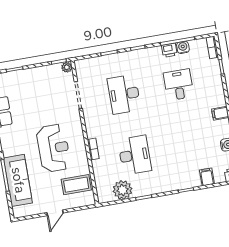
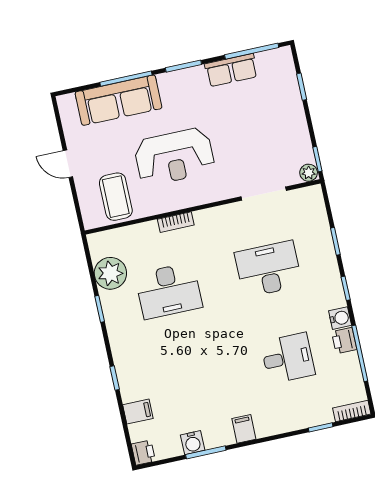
water cooler: (183, 47) -> (340, 318), moved

